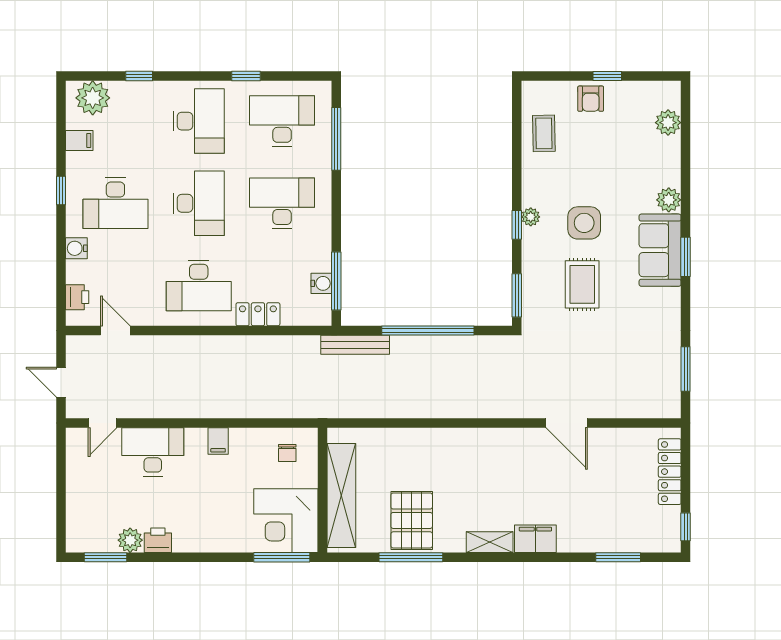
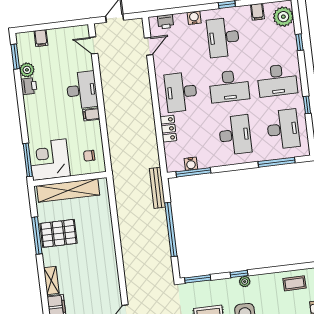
desk: (153, 452) -> (82, 90), moved
filing cabinet: (79, 510) -> (41, 38), added

